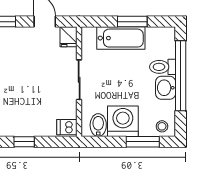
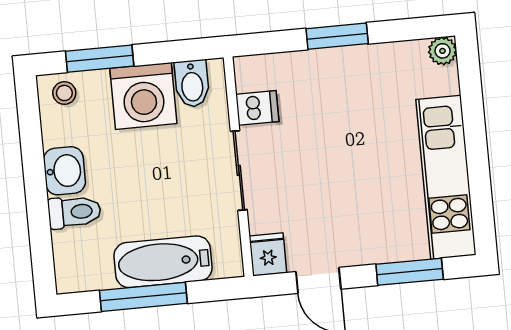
window: (132, 22) -> (143, 297), width x1.44
window: (181, 76) -> (37, 198), removed
dishwasher: (67, 127) -> (257, 108), moved
window: (24, 142) -> (337, 36), width x1.50

